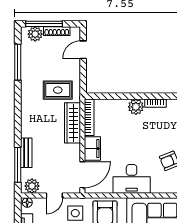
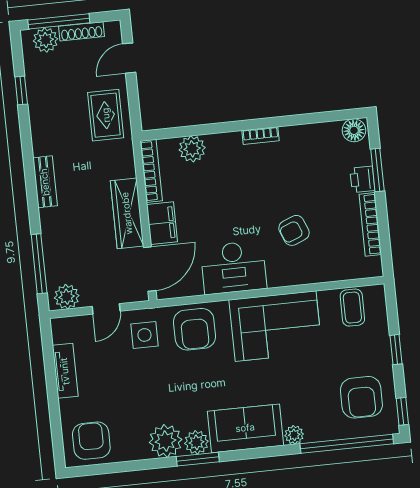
window: (18, 62) -> (21, 91), width x0.46
rug: (58, 90) -> (106, 115), moved, turned 90
plant: (136, 107) -> (192, 149), moved
wardrobe: (72, 123) -> (127, 213), moved
bench: (26, 153) -> (45, 182), moved
floor lamp: (27, 202) -> (62, 325), removed

